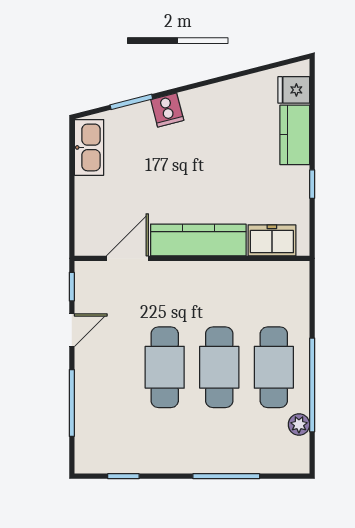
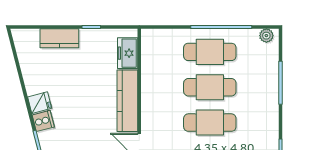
fridge: (294, 90) -> (40, 103), moved, turned -104
plant: (299, 424) -> (266, 36), moved

